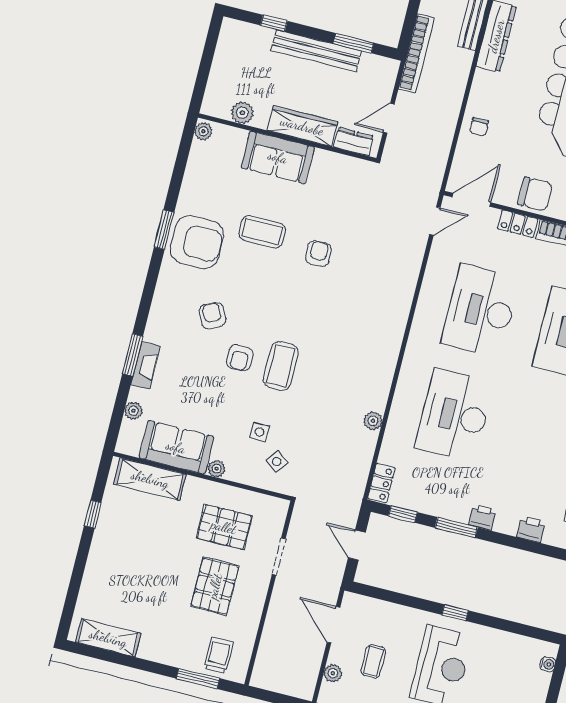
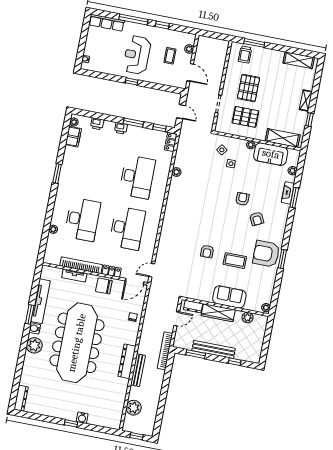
coffee table: (281, 366) -> (222, 196), removed
shelving: (98, 554) -> (306, 101), added

